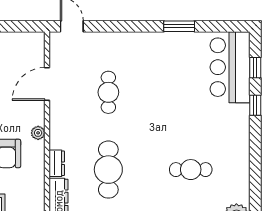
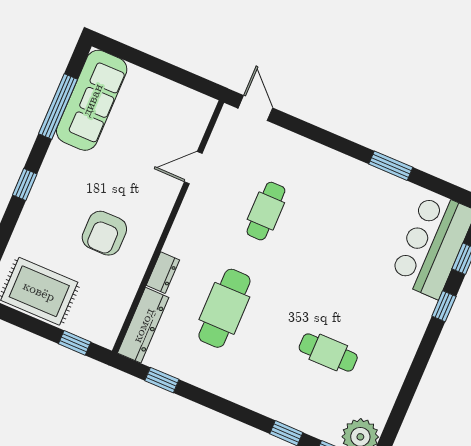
door: (47, 84) -> (193, 168), width x0.73
plant: (38, 133) -> (156, 224), removed

